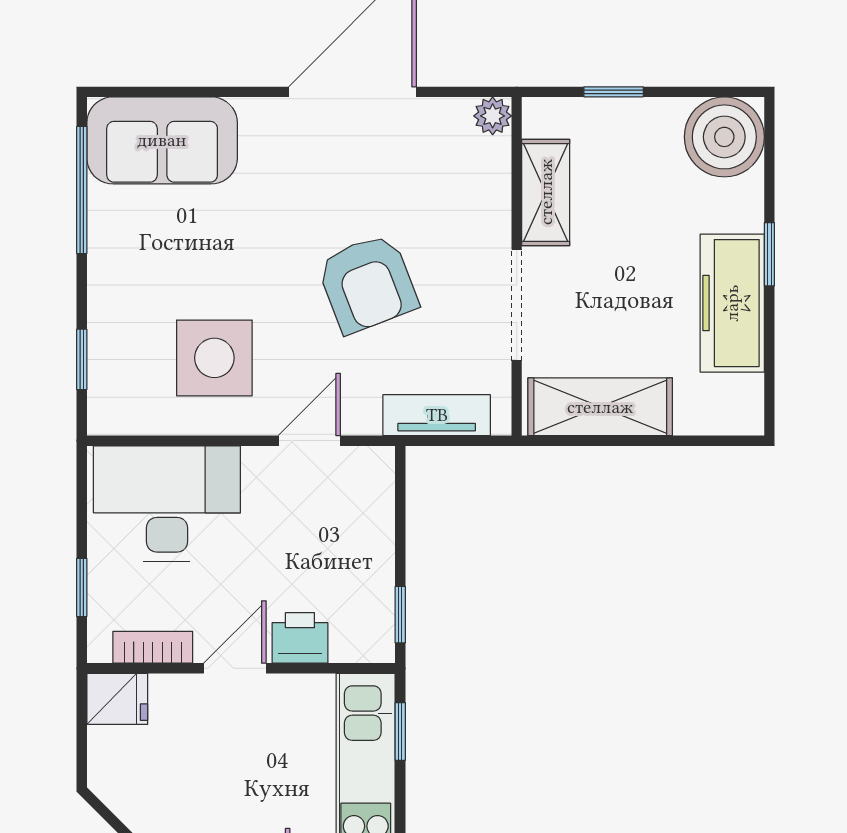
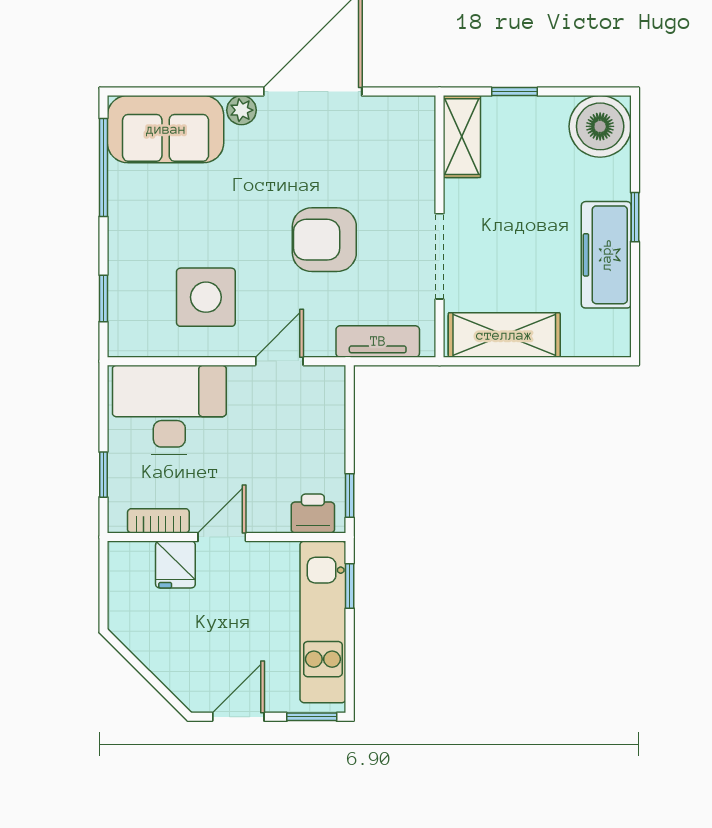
plant: (493, 116) -> (242, 110), moved
shelving: (546, 192) -> (462, 137), moved
armchair: (367, 283) -> (324, 240), turned 111
printer: (300, 638) -> (313, 514), moved
fridge: (117, 699) -> (175, 565), moved, turned 90

